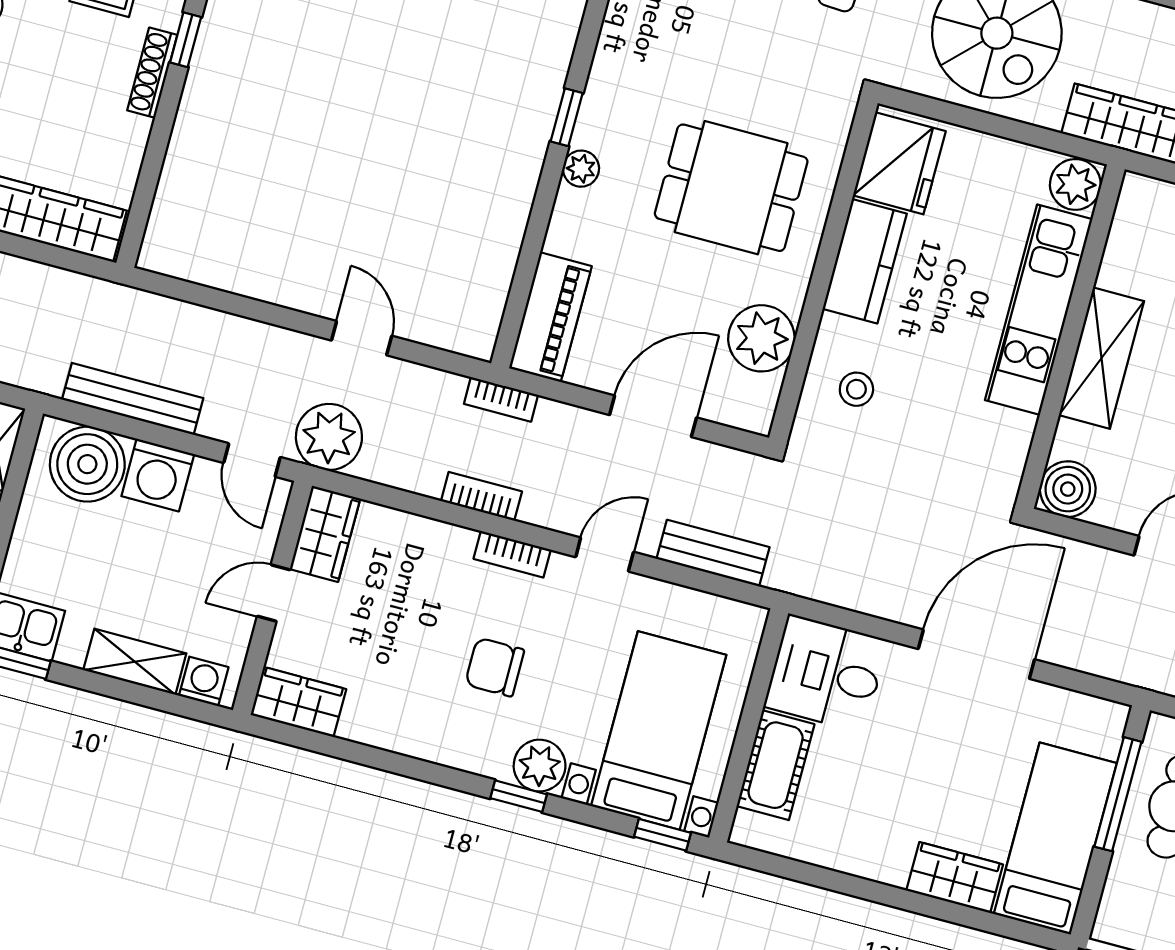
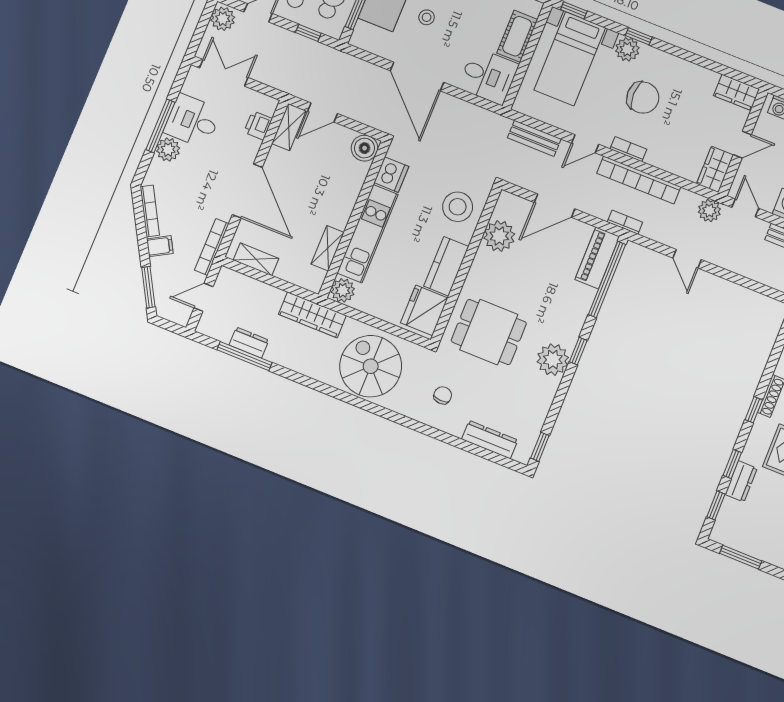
plant: (581, 169) -> (553, 360), moved, width x1.88, depth x1.88
dining table: (731, 188) -> (489, 332), moved
window: (524, 275) -> (607, 279), added
shelving: (1101, 358) -> (328, 248), moved, width x0.67, depth x0.75
stool: (856, 389) -> (458, 207), width x1.89, depth x1.89
plant: (329, 437) -> (709, 211), width x0.73, depth x0.73
dishwasher: (1004, 440) -> (391, 175), added
bookcase: (481, 496) -> (639, 180), width x2.31, depth x1.31
door: (976, 654) -> (417, 76), hinge flipped
chair: (495, 667) -> (643, 98), width x1.37, depth x1.37
stool: (972, 782) -> (427, 17), added

